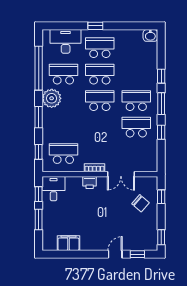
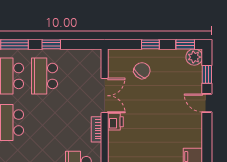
printer: (90, 183) -> (115, 122), moved
window: (161, 197) -> (150, 44), moved
plant: (151, 244) -> (194, 57), added

